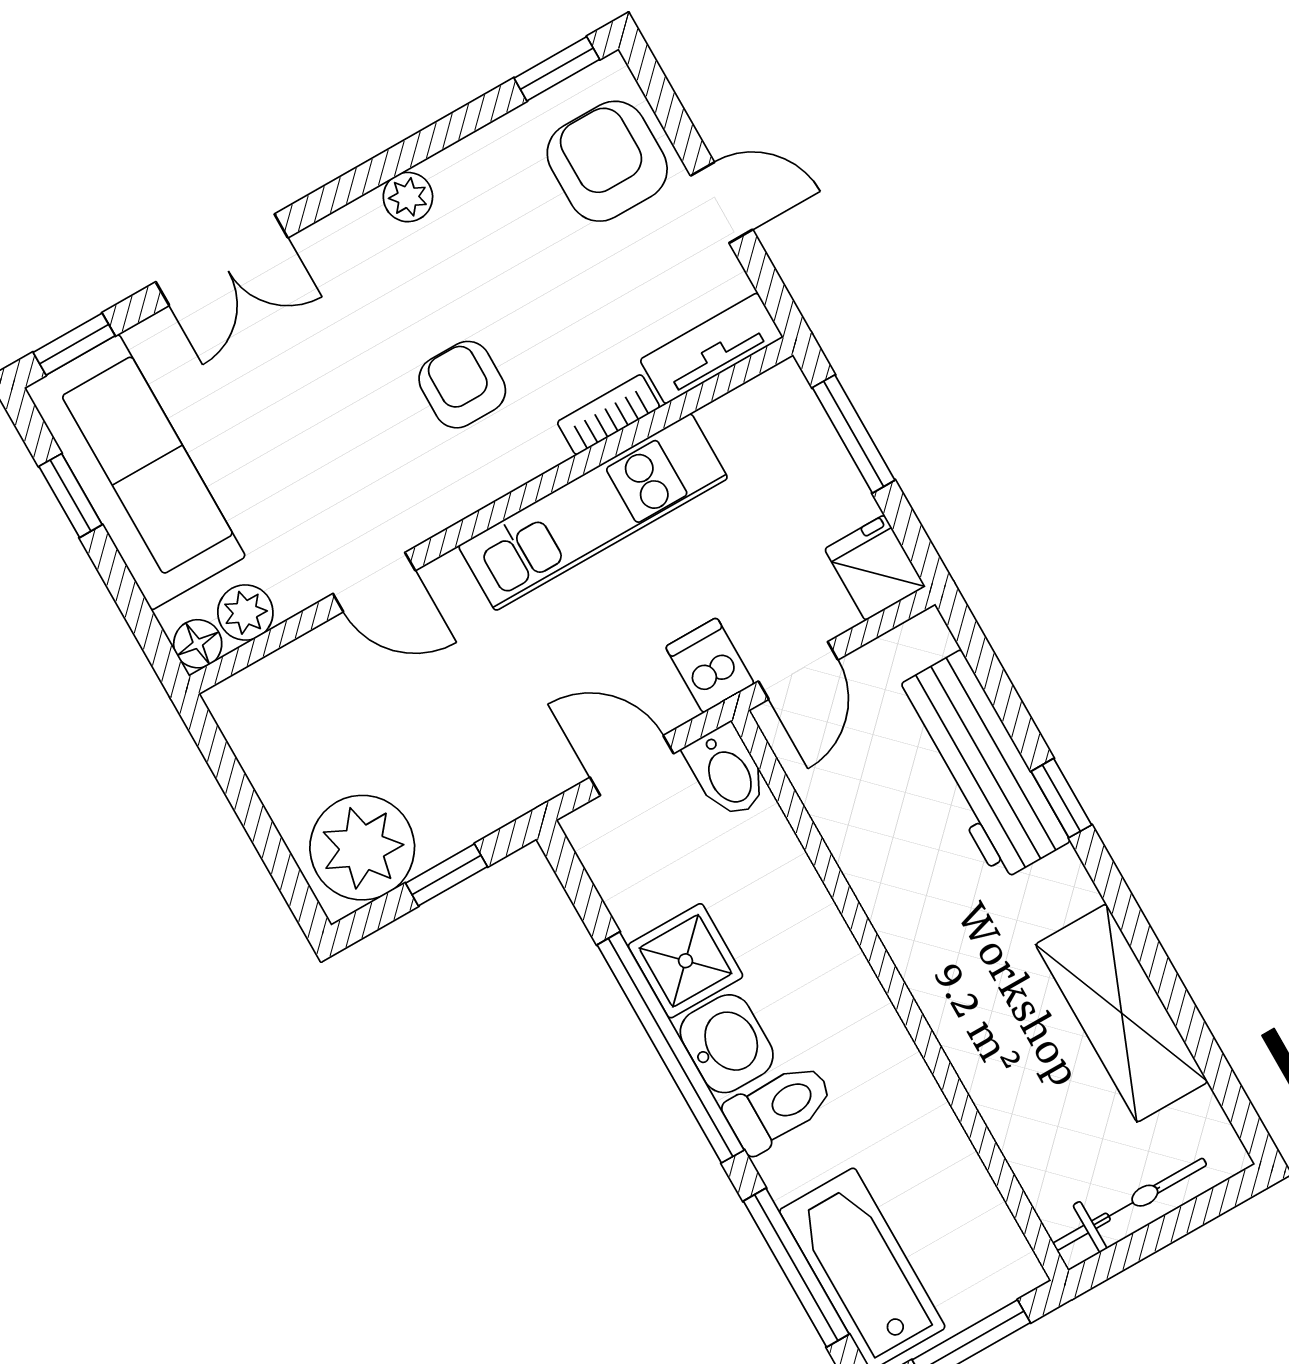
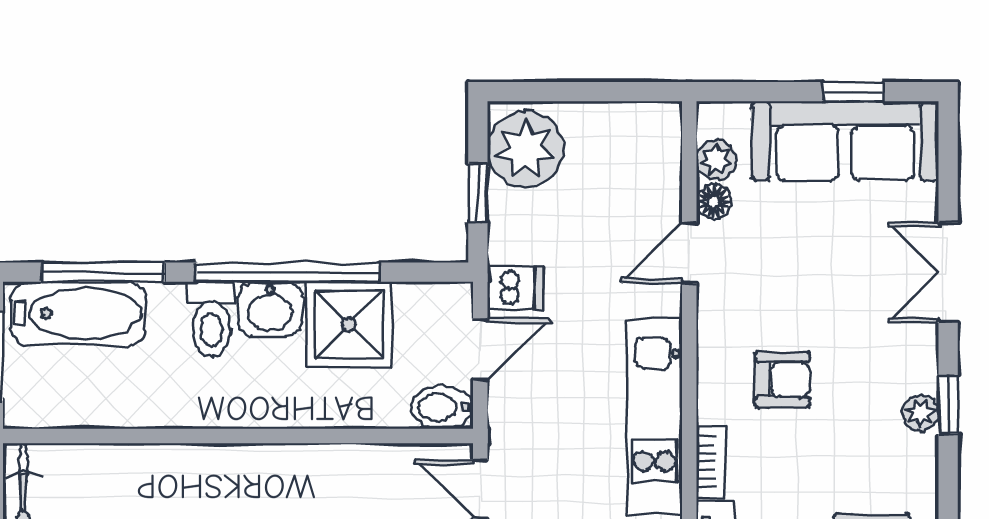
window: (74, 344) -> (948, 405), moved
floor lamp: (198, 644) -> (714, 202), moved
dishwasher: (710, 665) -> (515, 288), moved
shower: (686, 961) -> (349, 324), width x1.36, depth x1.36

